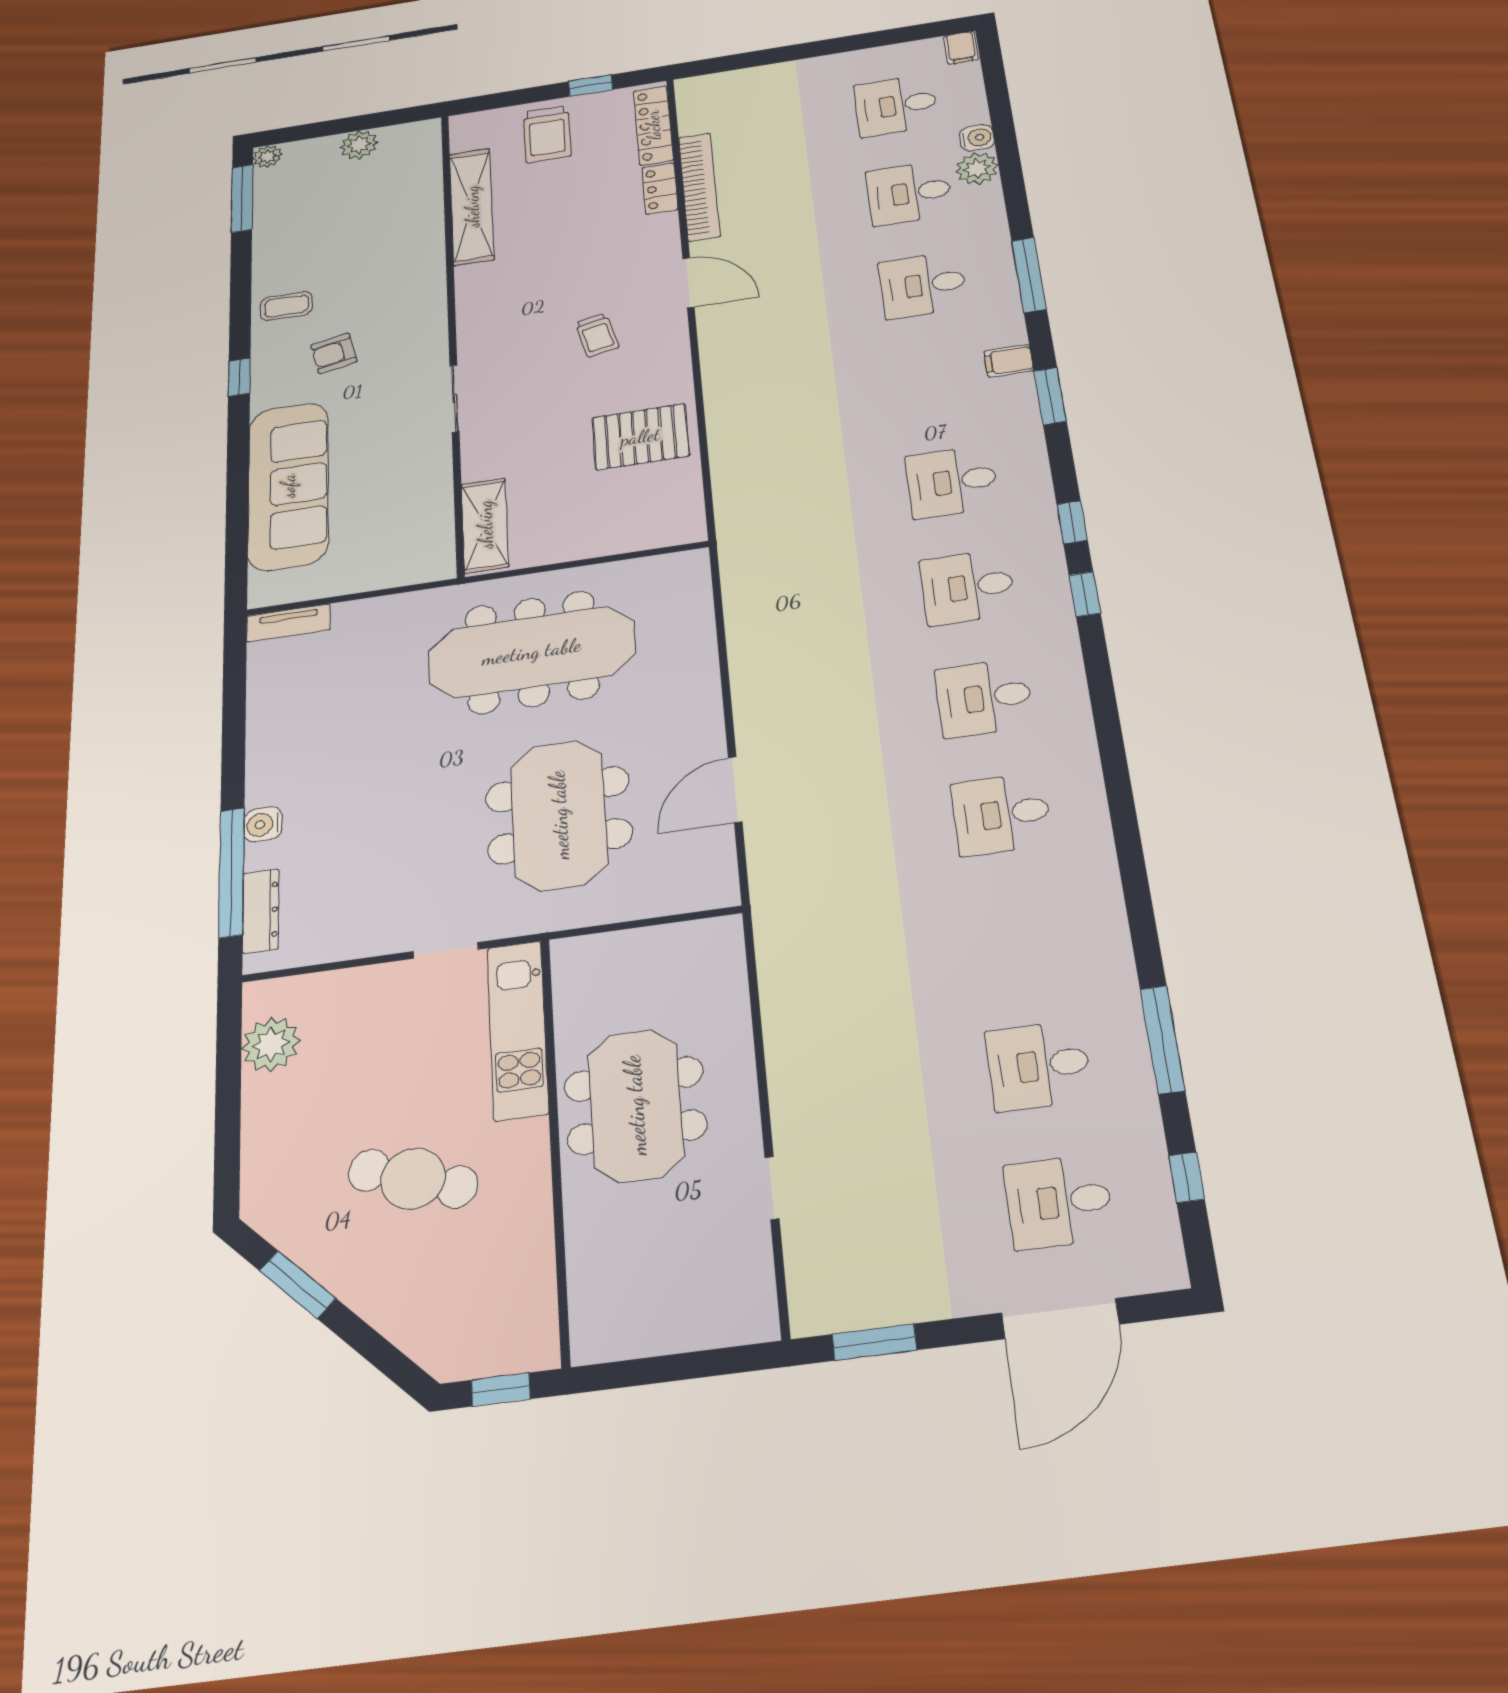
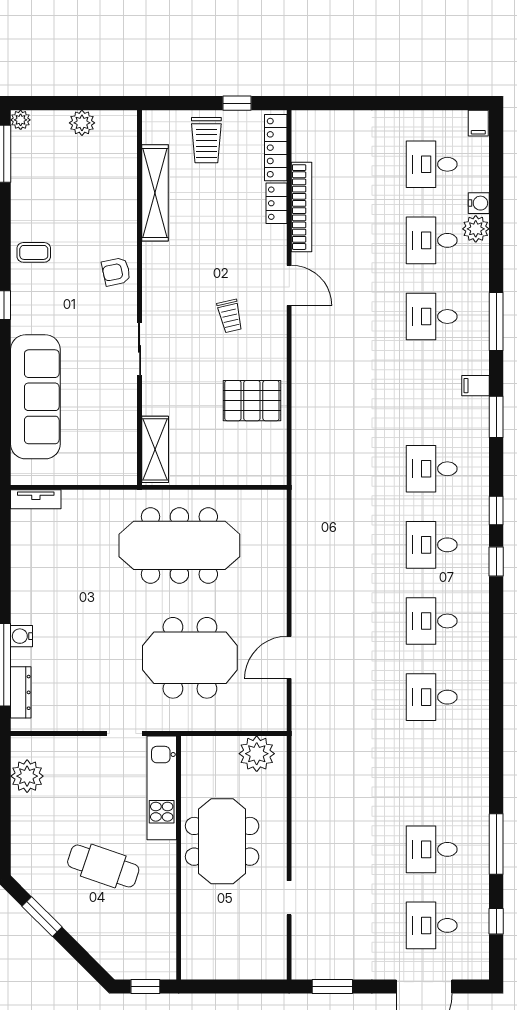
armchair: (334, 353) -> (116, 272), moved
meeting table: (559, 815) -> (190, 658), turned 90
plant: (690, 950) -> (257, 754), added

